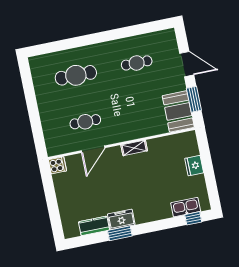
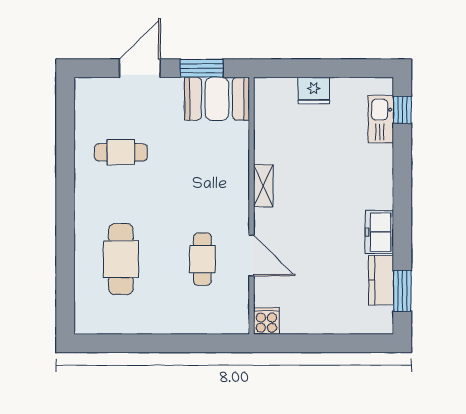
cafe table: (137, 63) -> (121, 152), turned 90
window: (120, 233) -> (402, 291), moved

